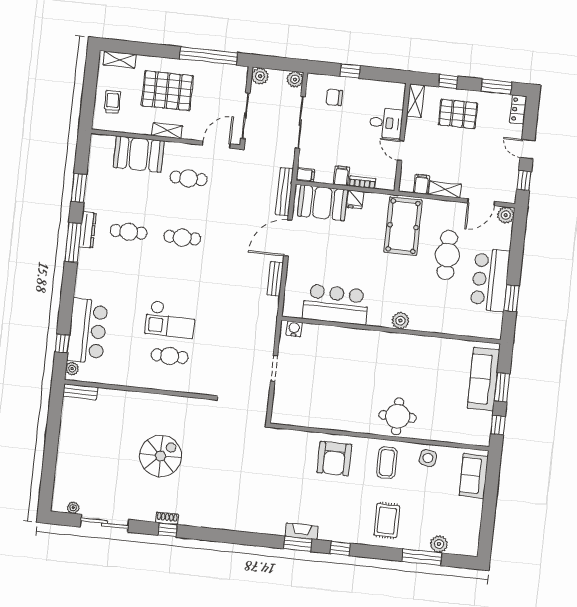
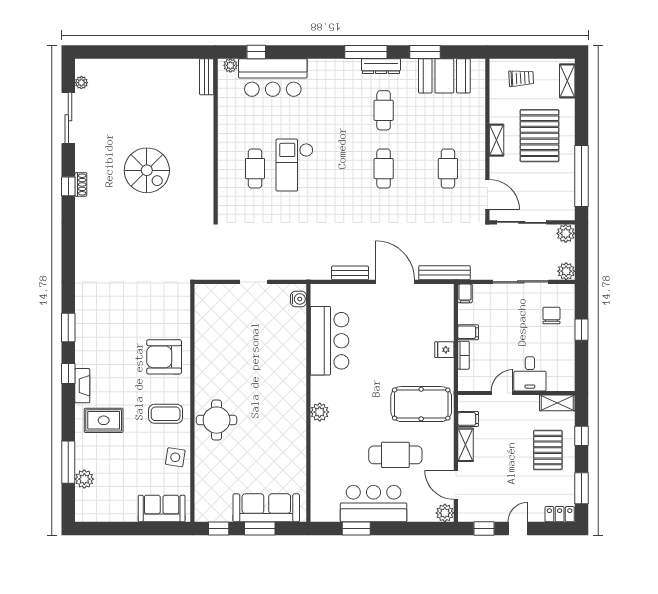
booth: (139, 154) -> (444, 76), moved, turned 90
booth: (323, 203) -> (437, 315), removed
fireplace: (302, 531) -> (82, 386), moved

